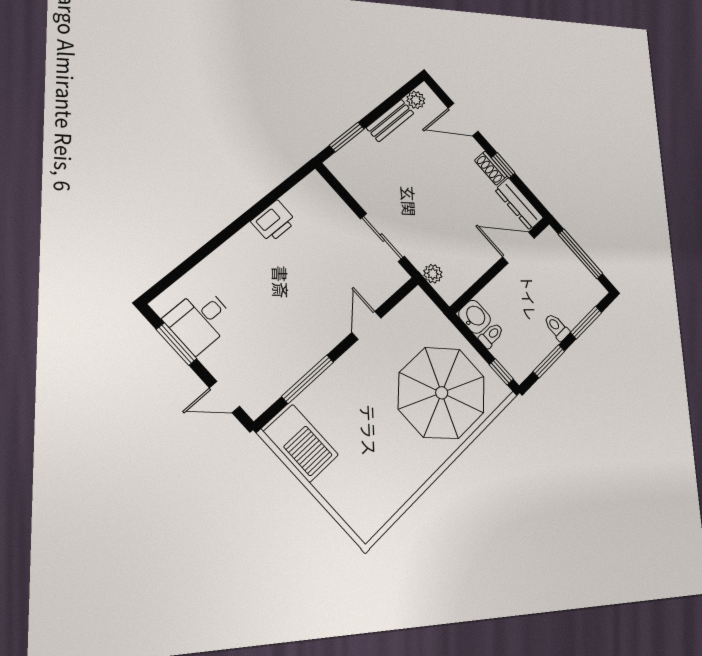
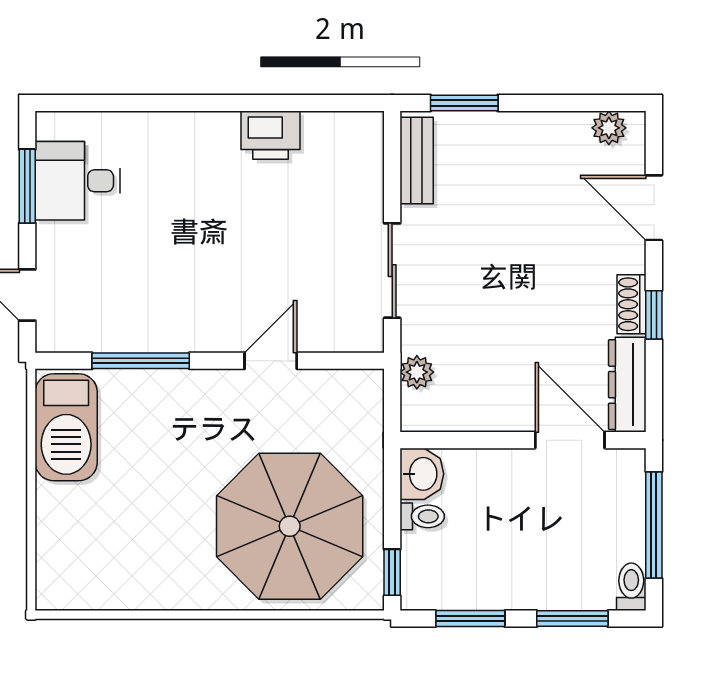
bench: (390, 121) -> (417, 161), moved, turned 90
toilet: (557, 327) -> (631, 587), moved

